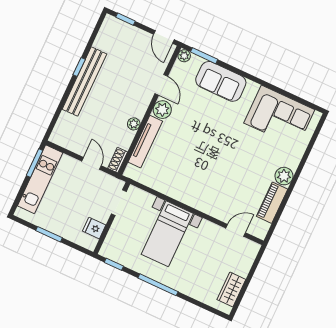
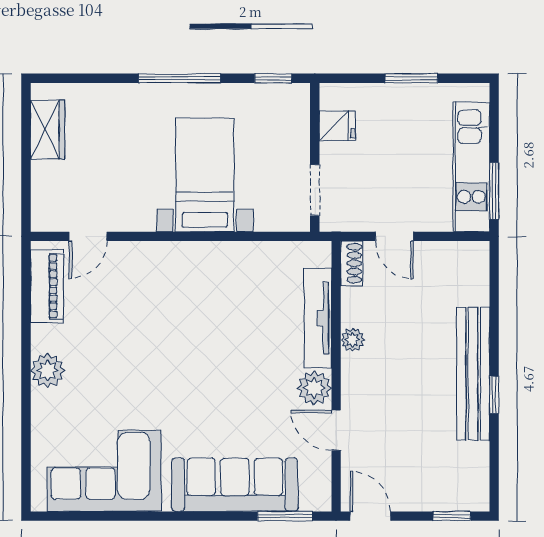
plant: (184, 56) -> (320, 500), removed
sofa: (221, 81) -> (235, 485), width x1.36
piano: (272, 203) -> (47, 286), moved

